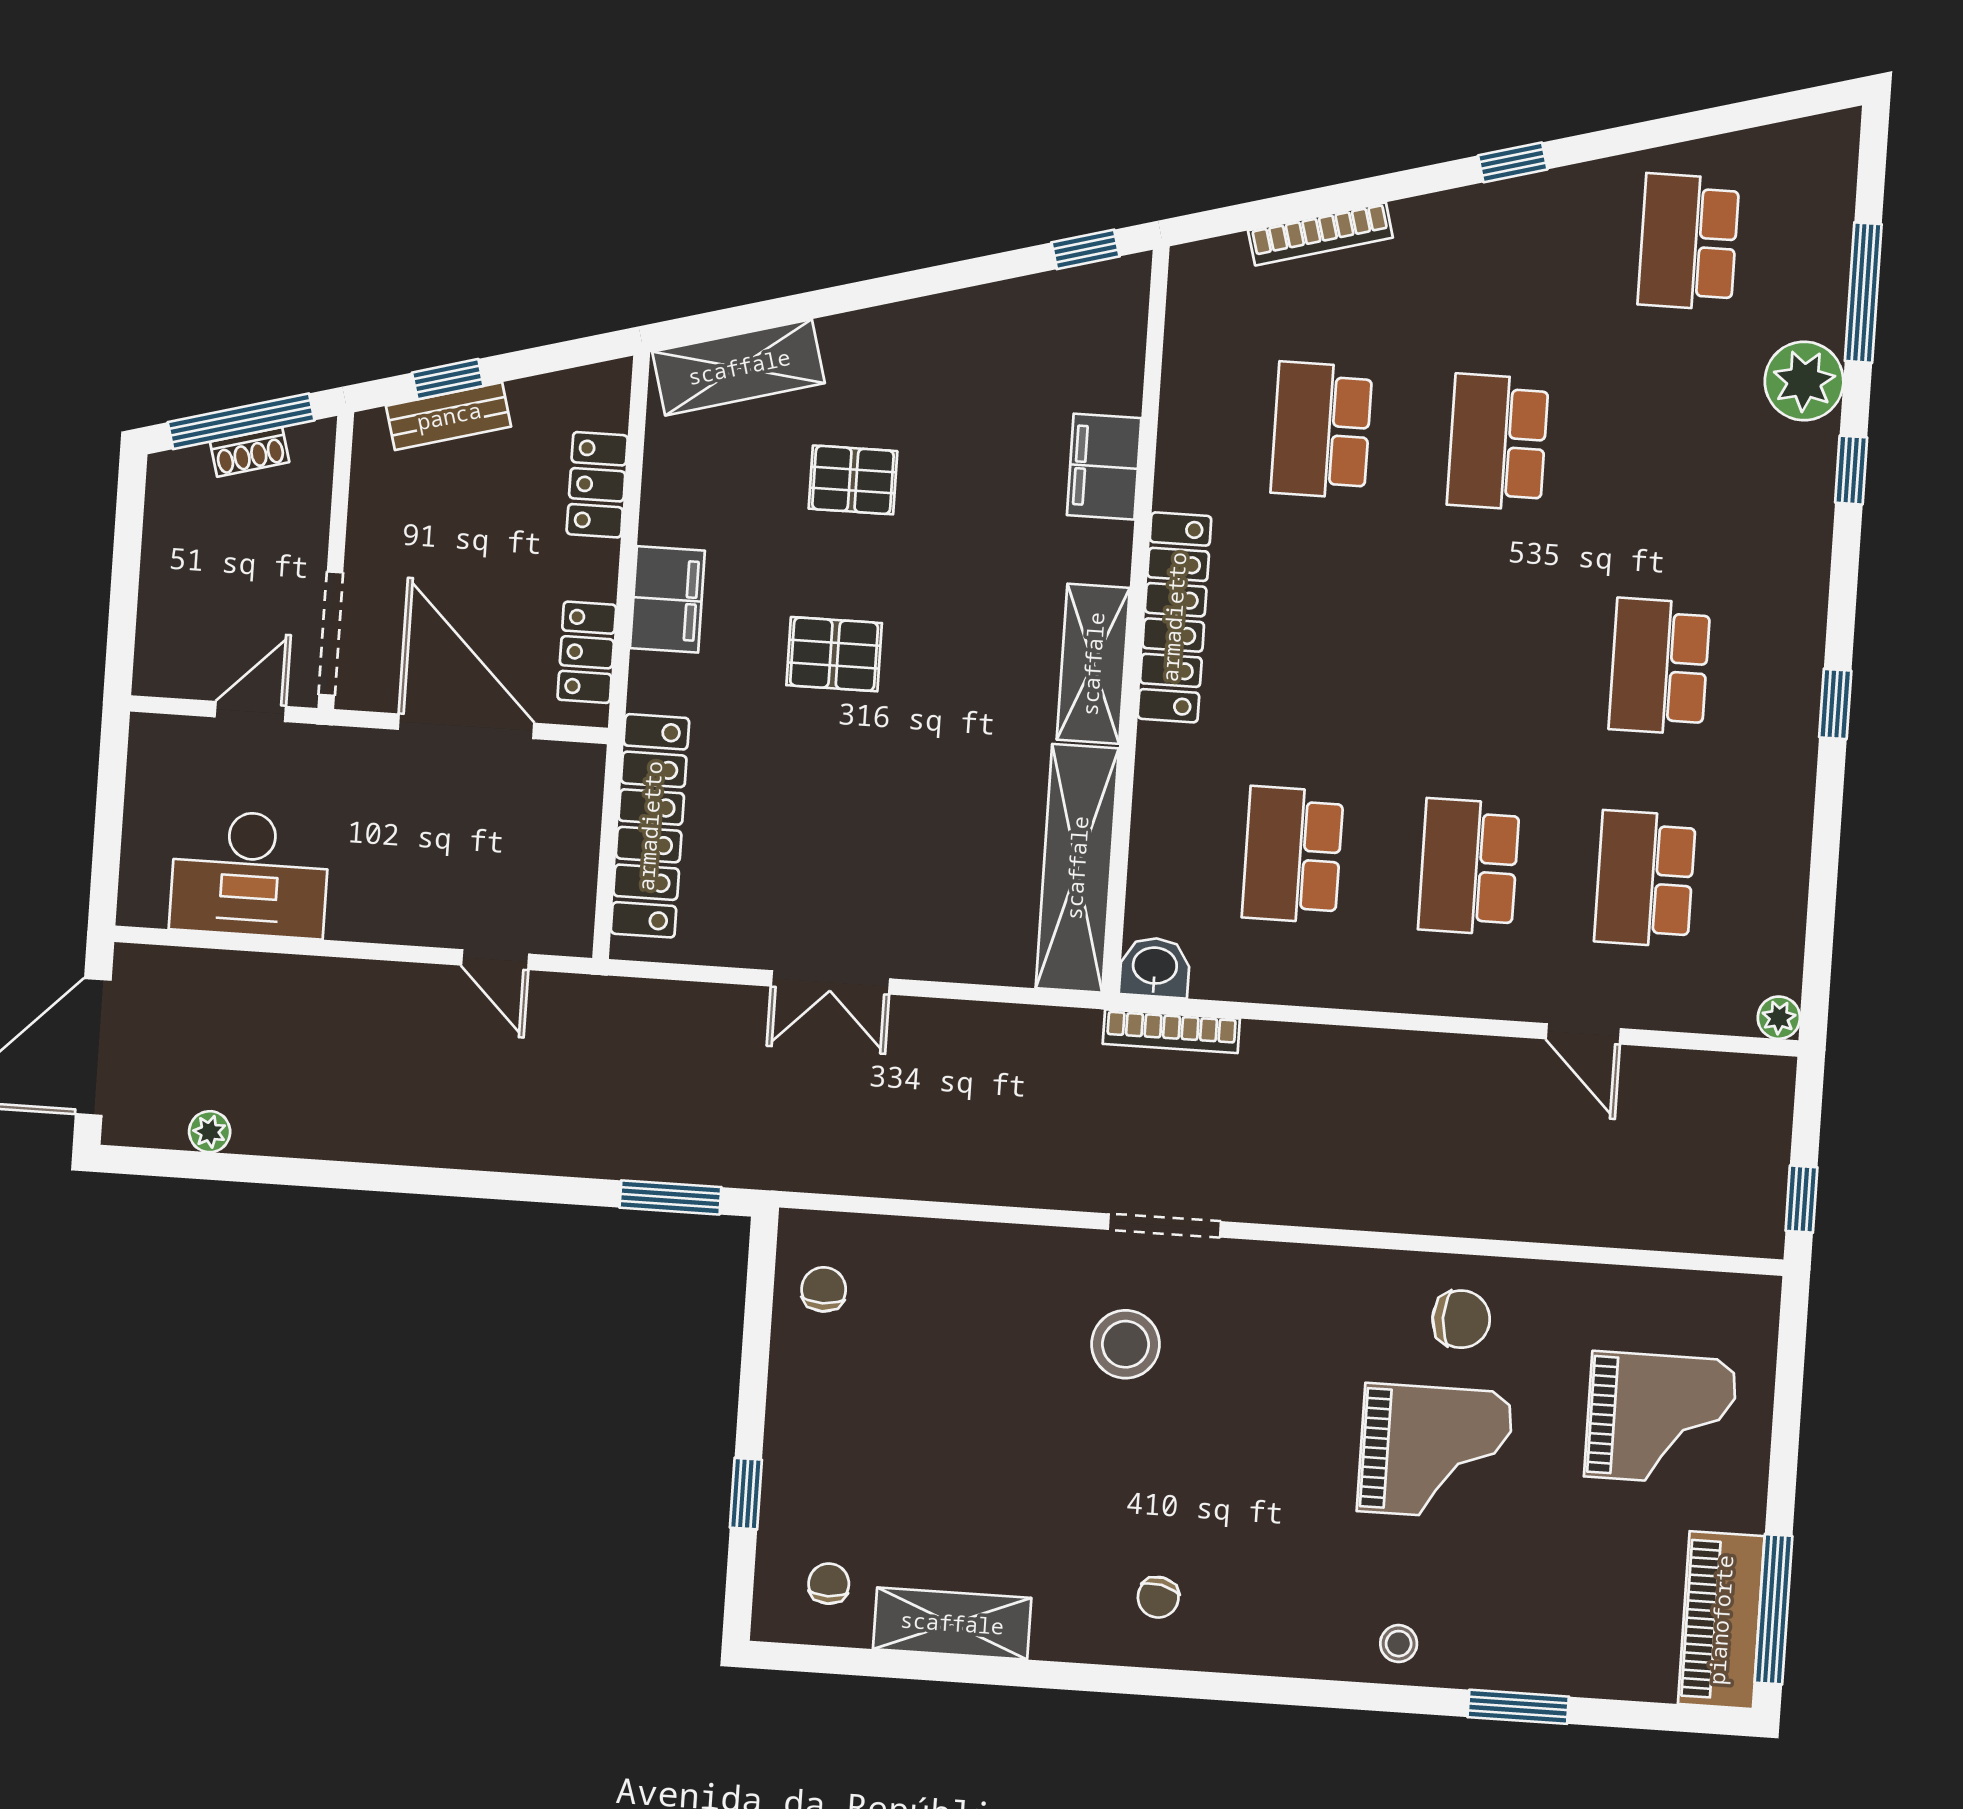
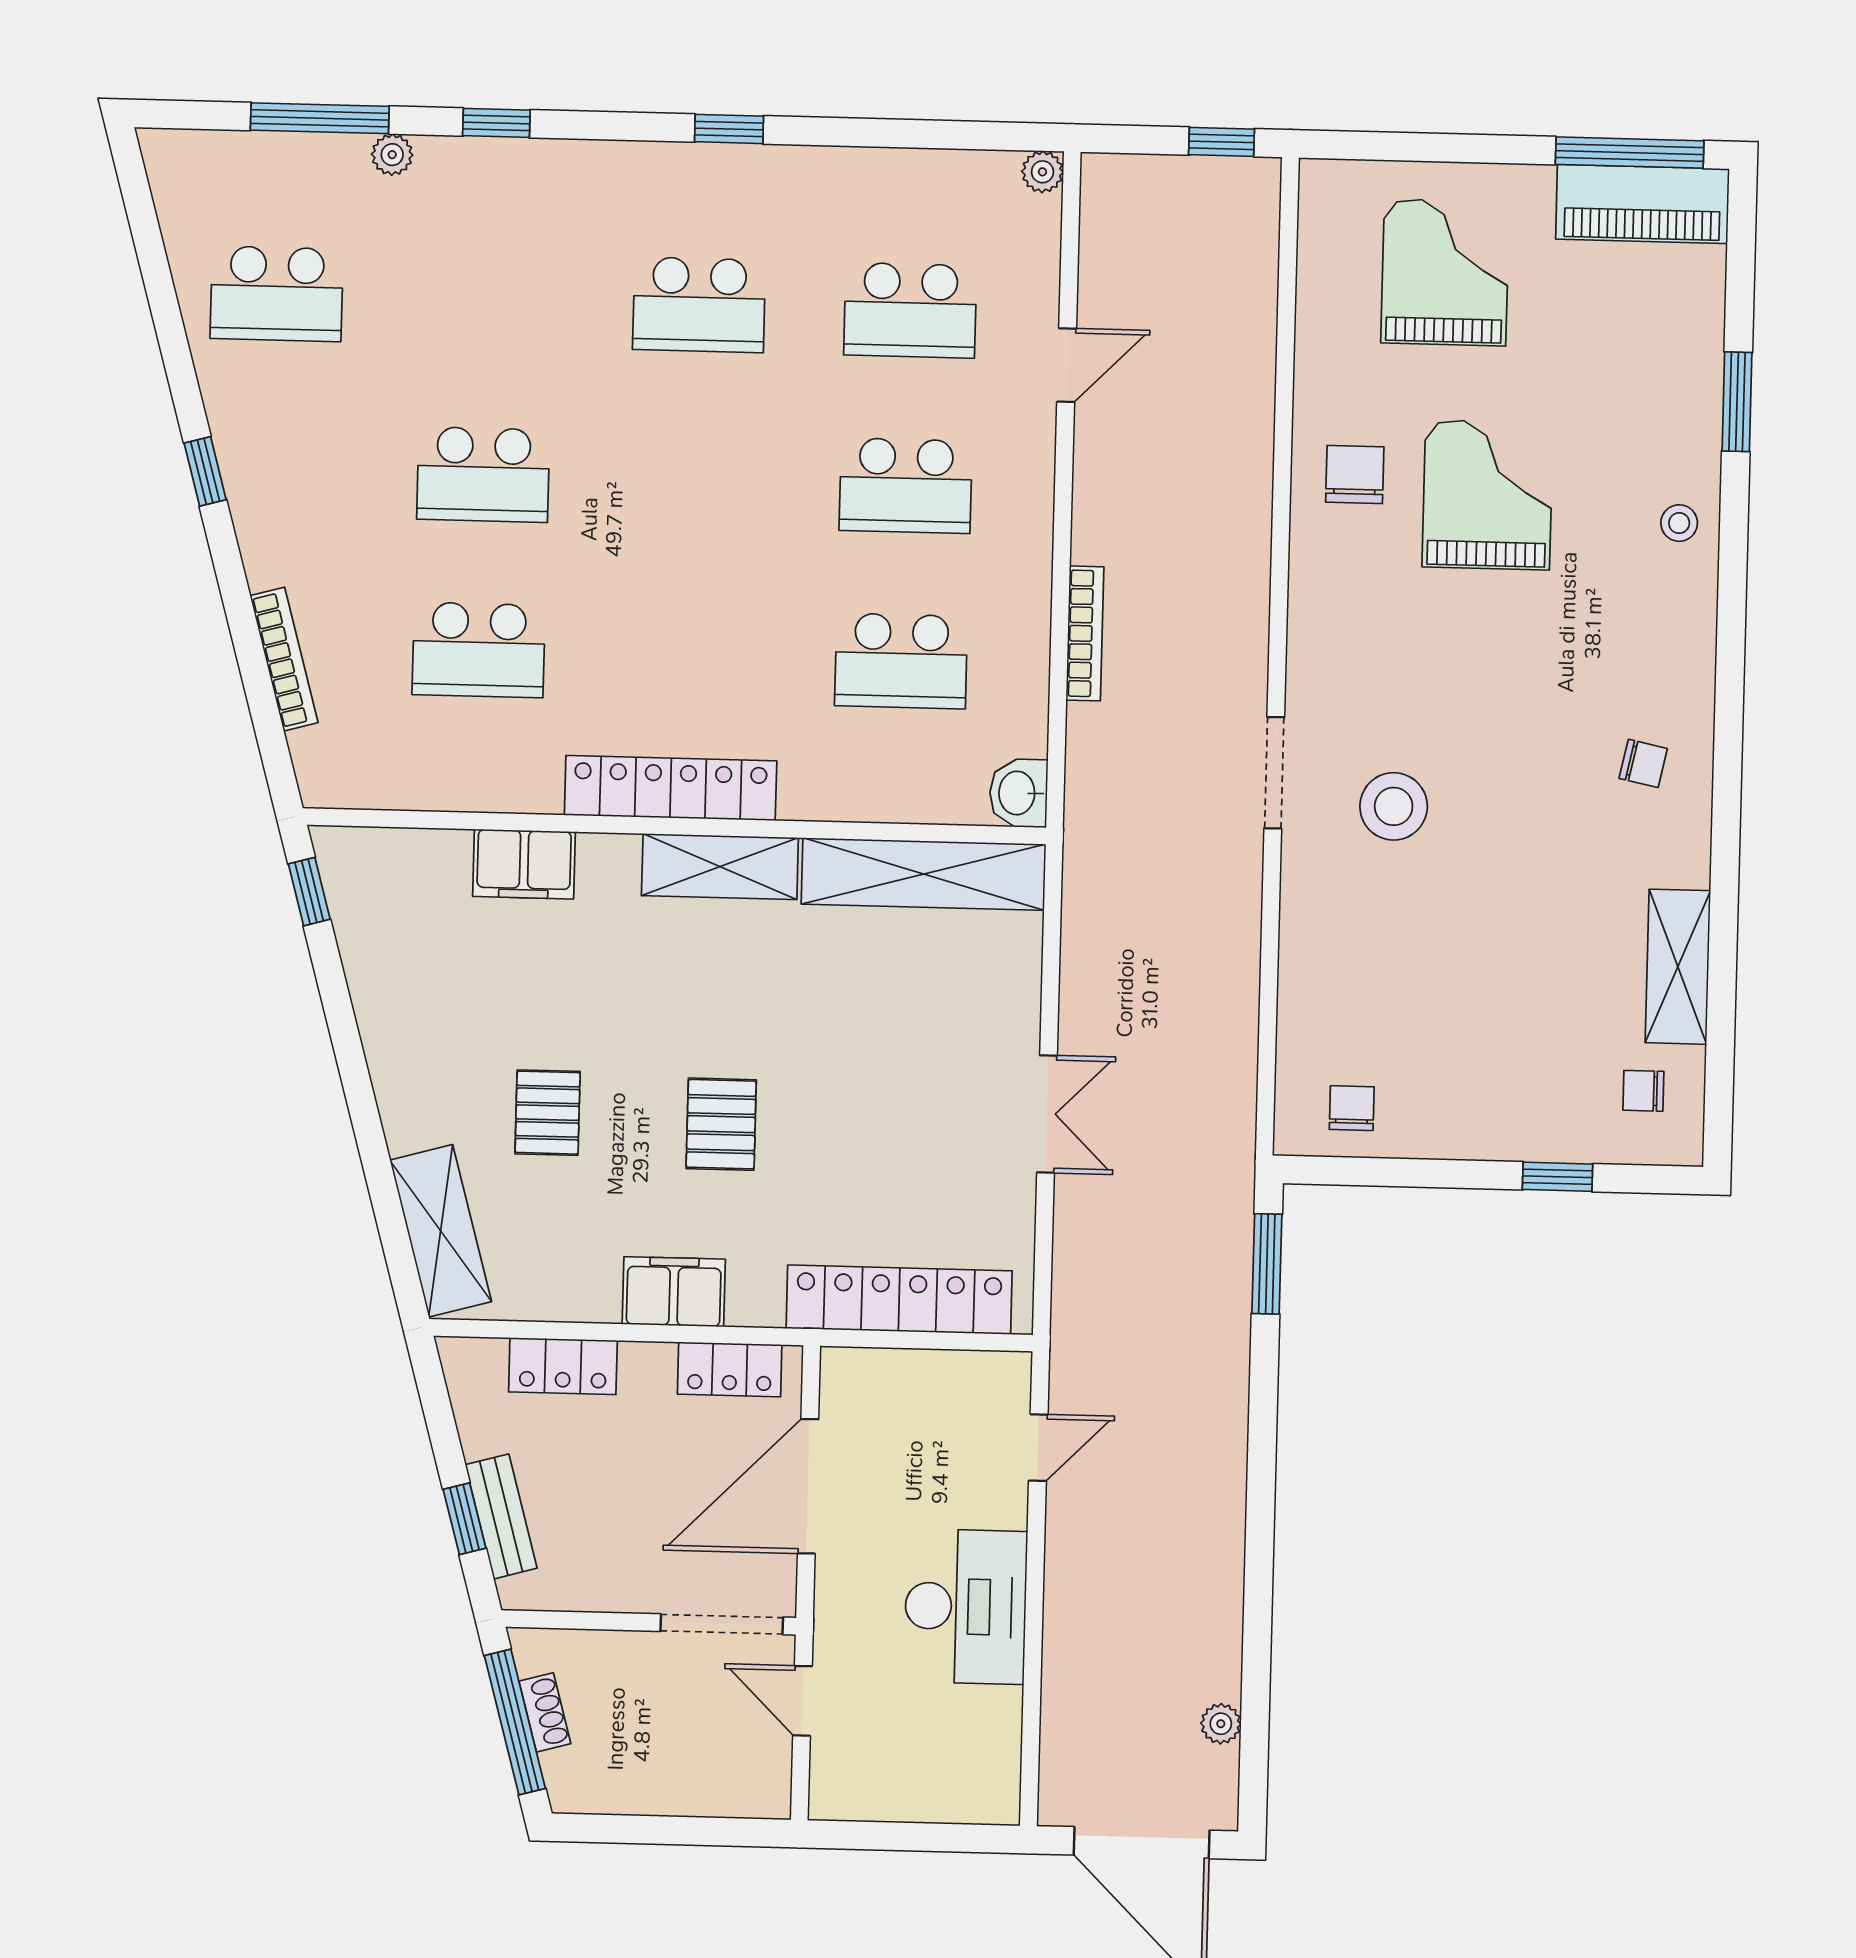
plant: (1804, 381) -> (392, 155), width x0.53, depth x0.53
desk: (250, 874) -> (966, 1607), moved
bookcase: (1171, 1031) -> (1085, 633), moved
chair: (824, 1289) -> (1352, 1108), turned 90

